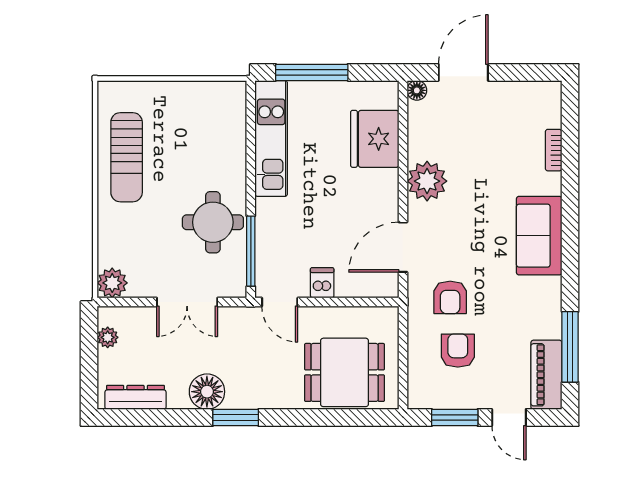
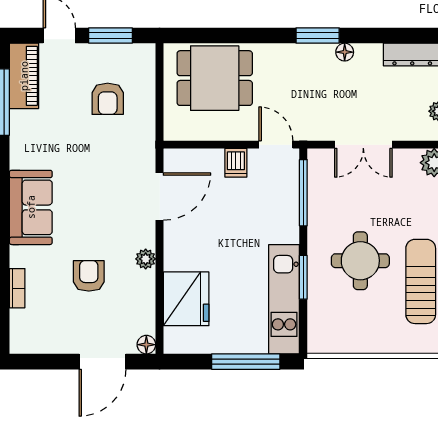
window: (251, 162) -> (303, 277), added
plant: (427, 181) -> (146, 259), width x0.53, depth x0.53
round table: (213, 222) -> (360, 261), moved
armchair: (450, 297) -> (89, 276), moved
double door: (187, 302) -> (363, 145), swing flipped
floor lamp: (207, 392) -> (345, 52), width x0.53, depth x0.53

